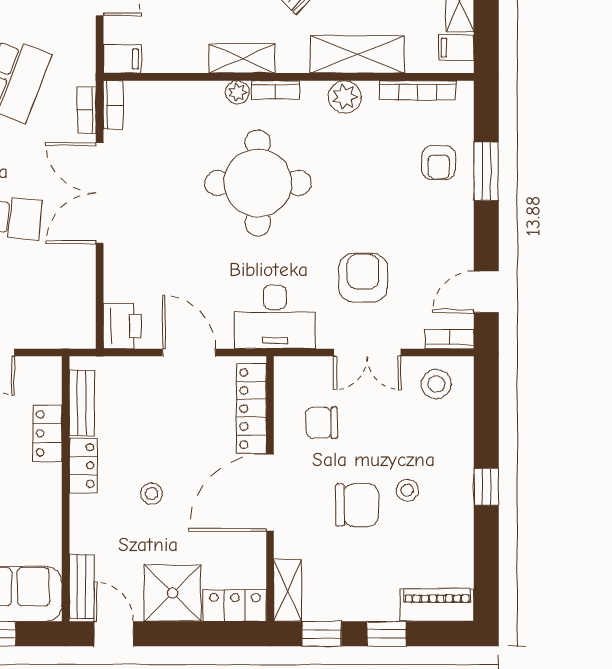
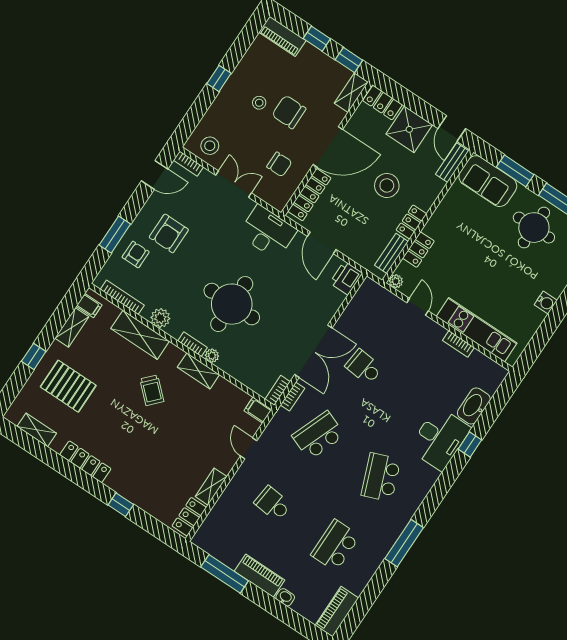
armchair: (363, 278) -> (169, 233), moved
plant: (49, 368) -> (396, 281), added
stool: (152, 494) -> (387, 185), width x1.89, depth x1.89

